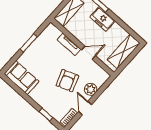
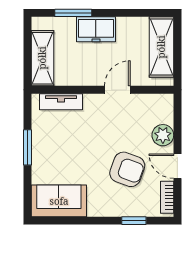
tv unit: (69, 44) -> (61, 102), moved
armchair: (67, 81) -> (127, 169), moved, turned -50

